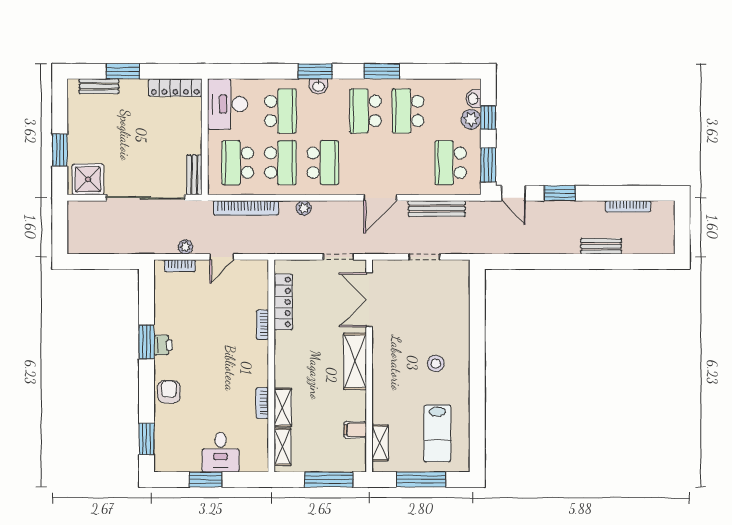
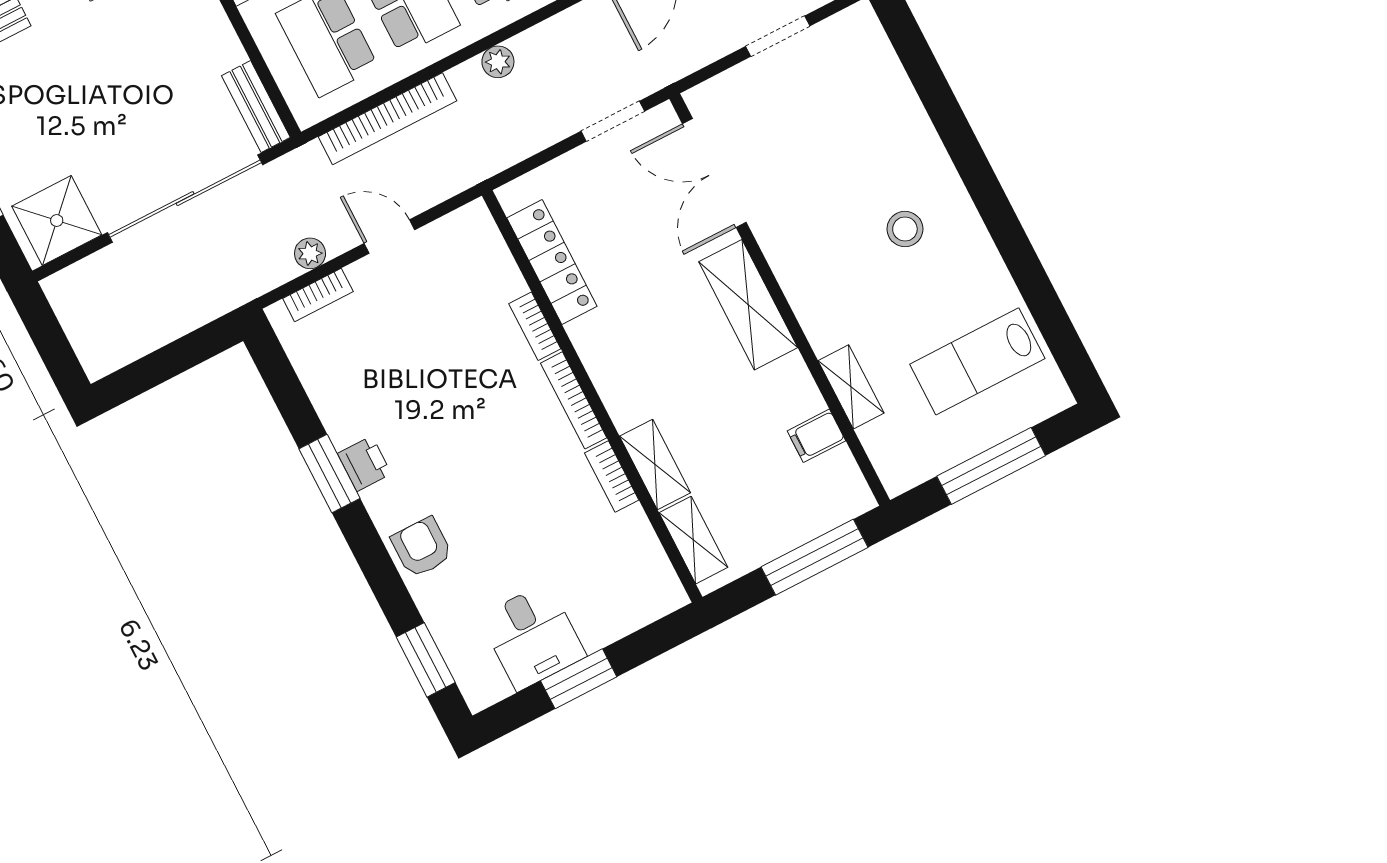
door: (222, 257) -> (389, 237), swing flipped
bookcase: (263, 364) -> (574, 400), added
lab bench: (437, 433) -> (977, 361), turned 90
shelving: (380, 443) -> (851, 387), moved
desk: (221, 452) -> (532, 636), moved

